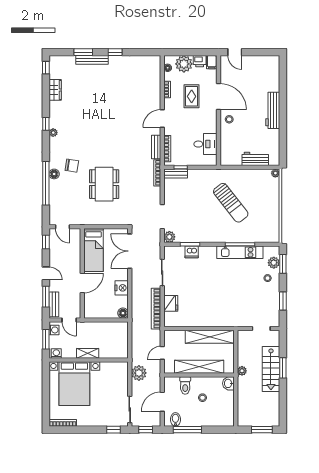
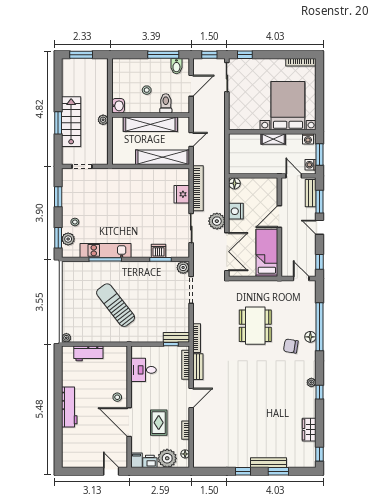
shelving: (210, 337) -> (163, 157), moved
plant: (139, 373) -> (217, 221), moved

